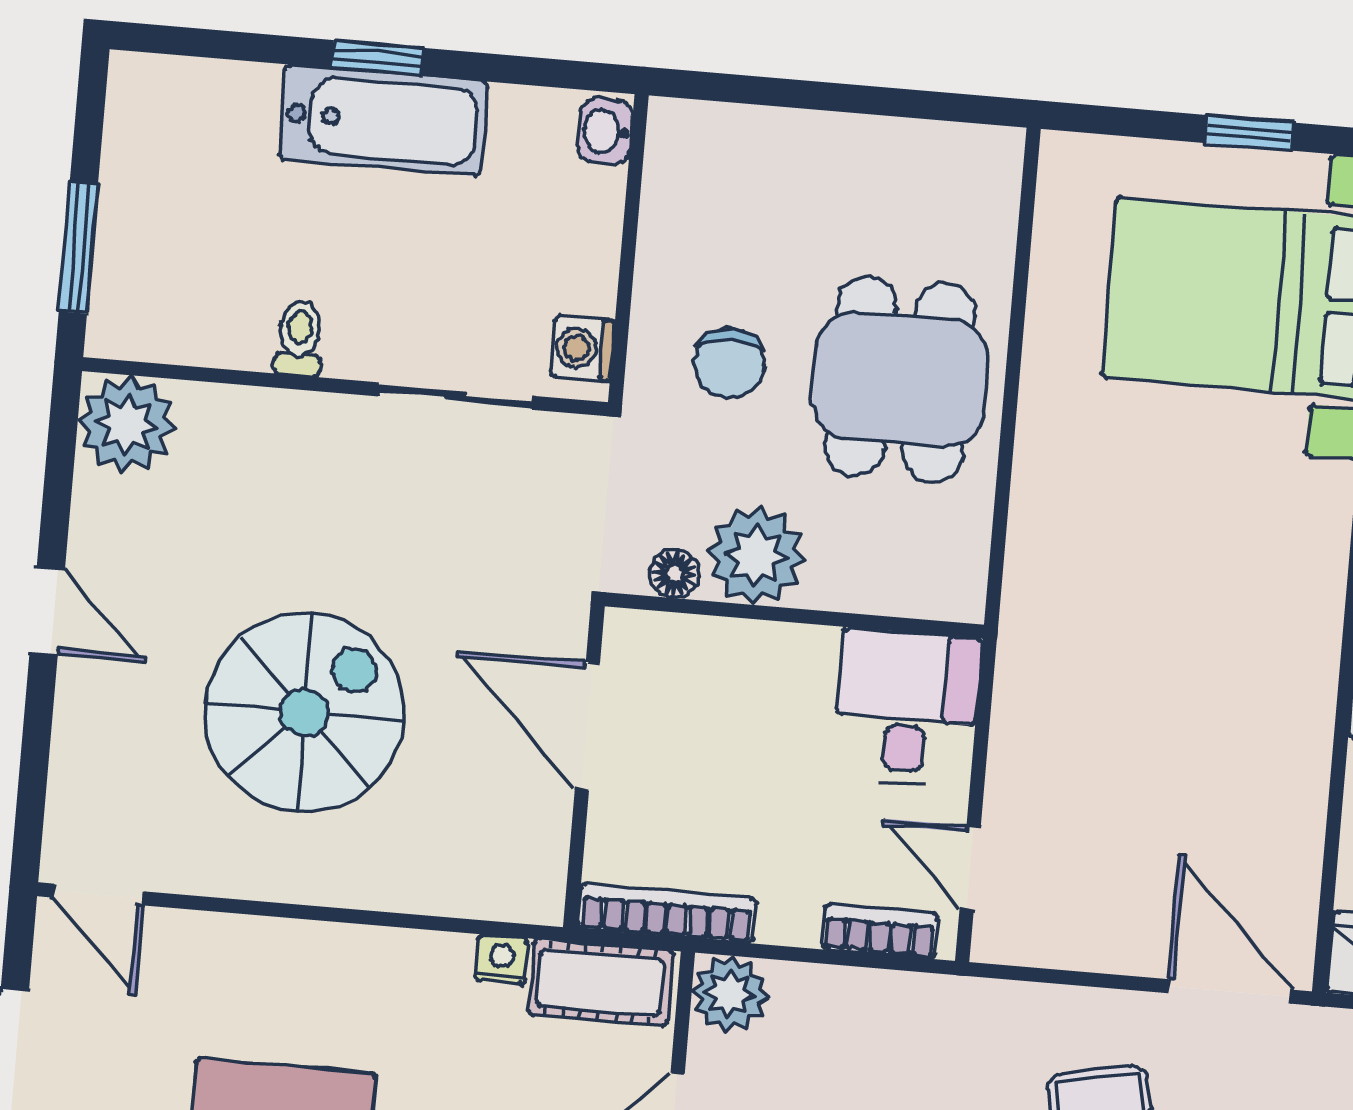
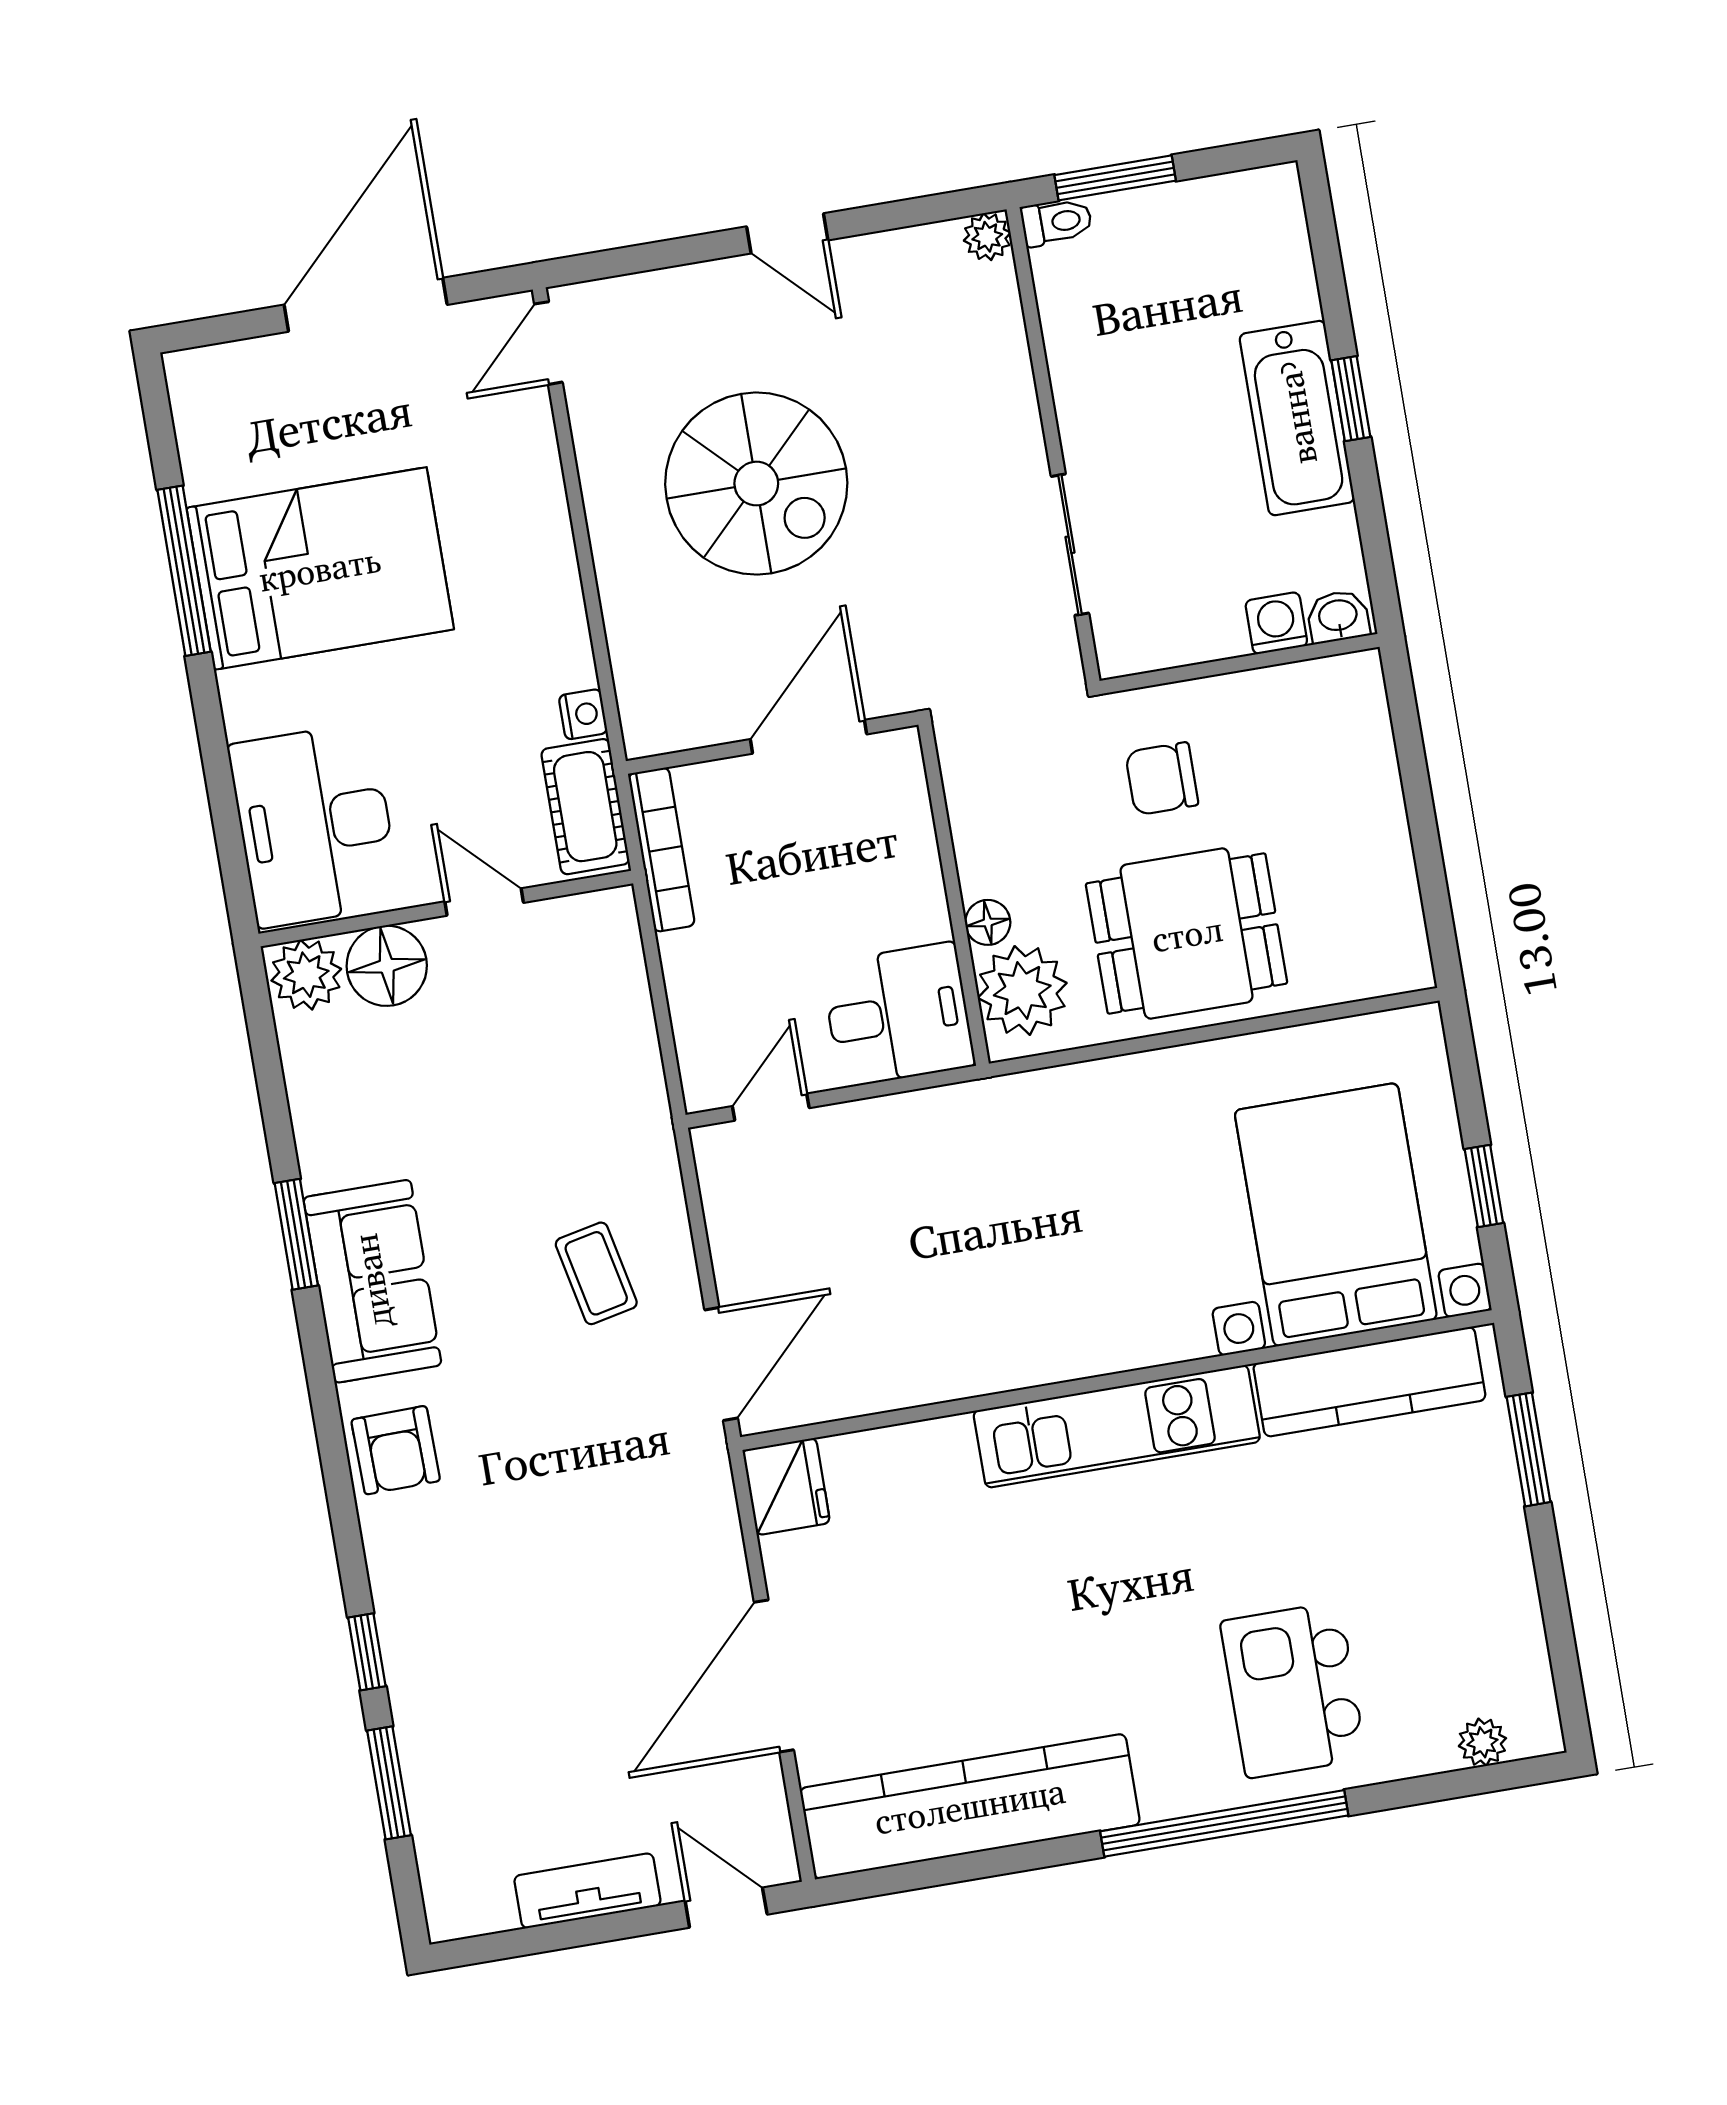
toilet: (299, 338) -> (1057, 222), moved
washing machine: (583, 348) -> (1276, 623), moved
plant: (127, 424) -> (987, 237), width x0.53, depth x0.53
plant: (756, 556) -> (1022, 990), moved
floor lamp: (675, 573) -> (988, 922), moved
door: (47, 611) -> (787, 233), hinge flipped
bookcase: (880, 932) -> (694, 1042), removed
plant: (730, 994) -> (605, 924), removed

